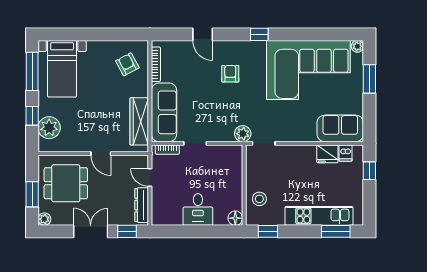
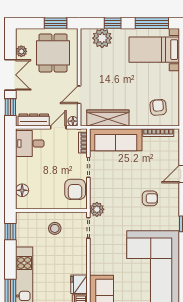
armchair: (127, 64) -> (158, 107), turned -67
door: (101, 154) -> (79, 95), moved
armchair: (220, 158) -> (75, 189), added
floor lamp: (143, 161) -> (73, 121), added
window: (32, 194) -> (55, 23), moved
stool: (259, 199) -> (55, 228), moved
desk: (198, 209) -> (30, 143), moved
floor lamp: (235, 218) -> (22, 190), moved
plant: (44, 219) -> (21, 51), moved

